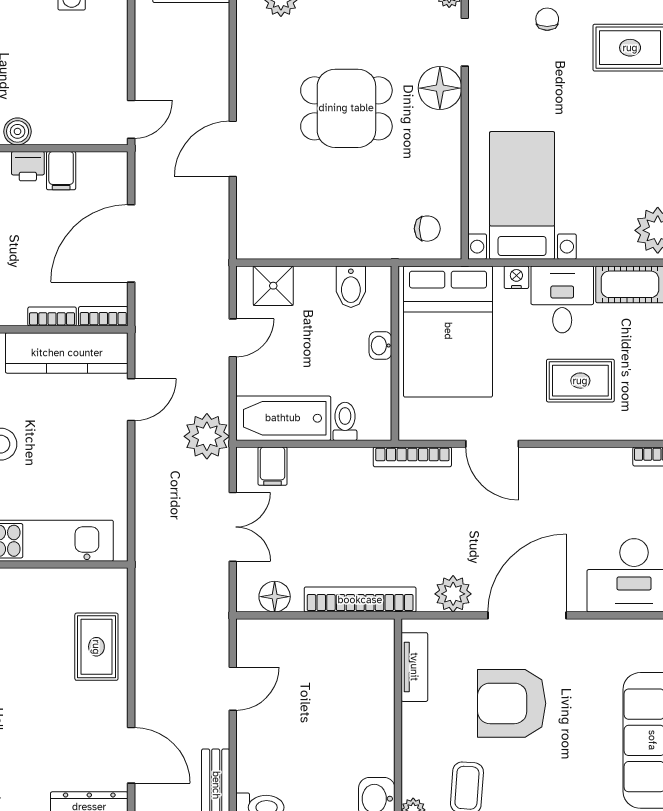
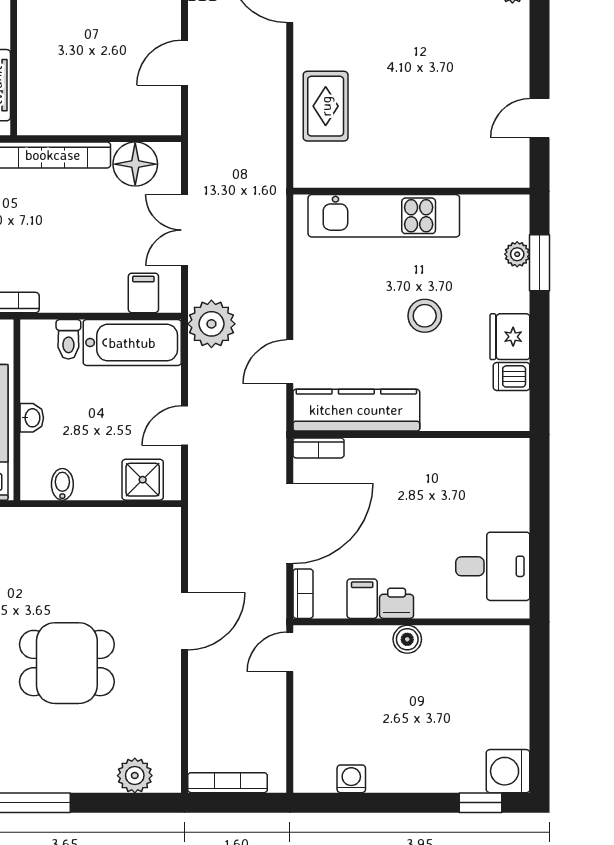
bidet: (351, 287) -> (62, 484), width x0.72, depth x0.74
bookcase: (52, 317) -> (303, 594), moved, turned -90
floor lamp: (275, 597) -> (135, 164), width x1.38, depth x1.38

